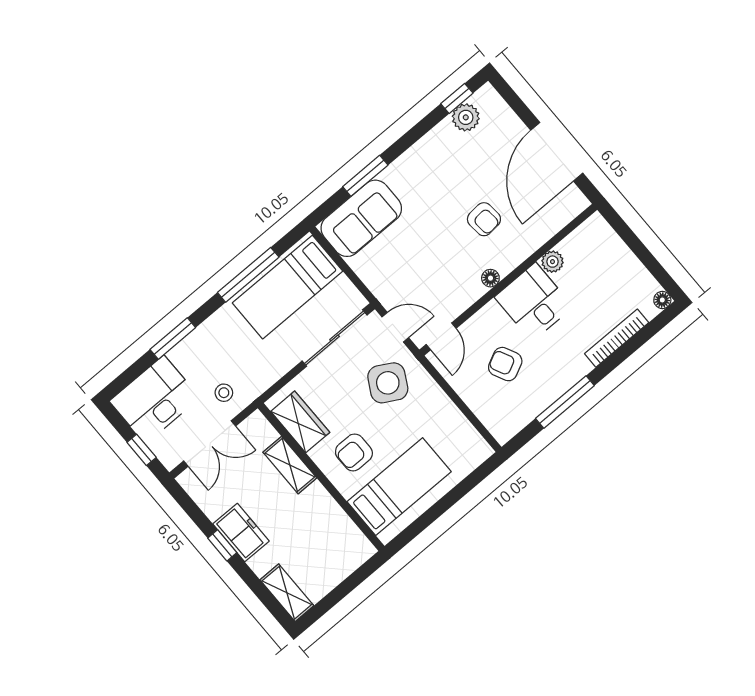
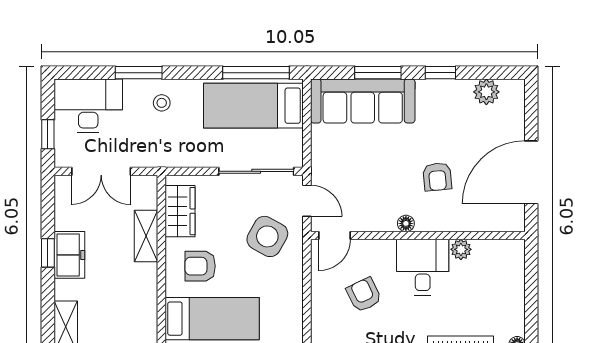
window: (457, 98) -> (440, 73), moved
sofa: (361, 218) -> (363, 101), width x1.36
window: (248, 275) -> (256, 73), moved
stool: (224, 393) -> (162, 103), moved

